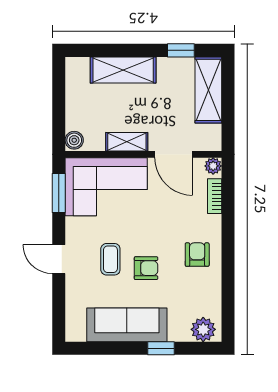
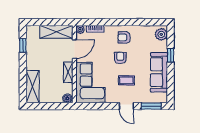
shelving: (123, 70) -> (33, 87), moved
shelving: (208, 90) -> (56, 32), moved
window: (59, 193) -> (151, 106), moved
door: (59, 259) -> (126, 106), hinge flipped
armchair: (146, 268) -> (120, 58), moved

